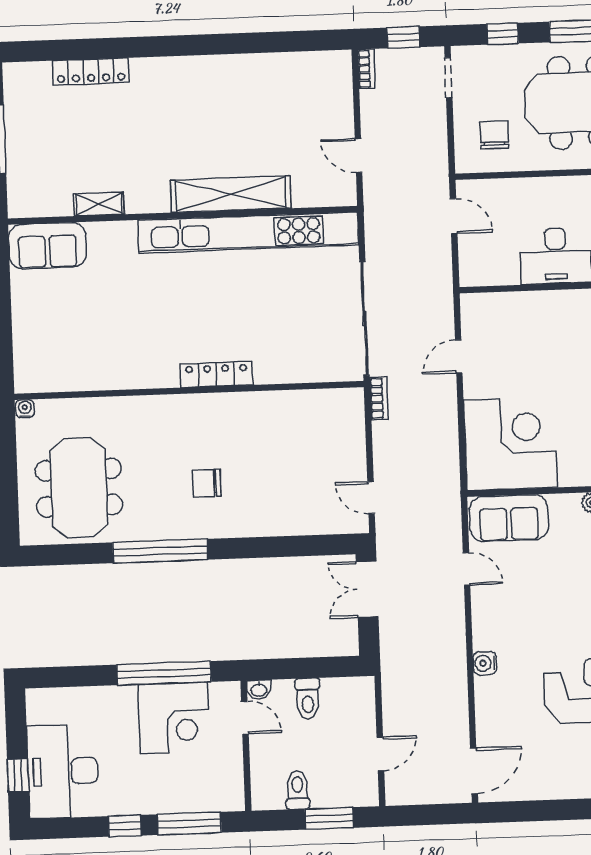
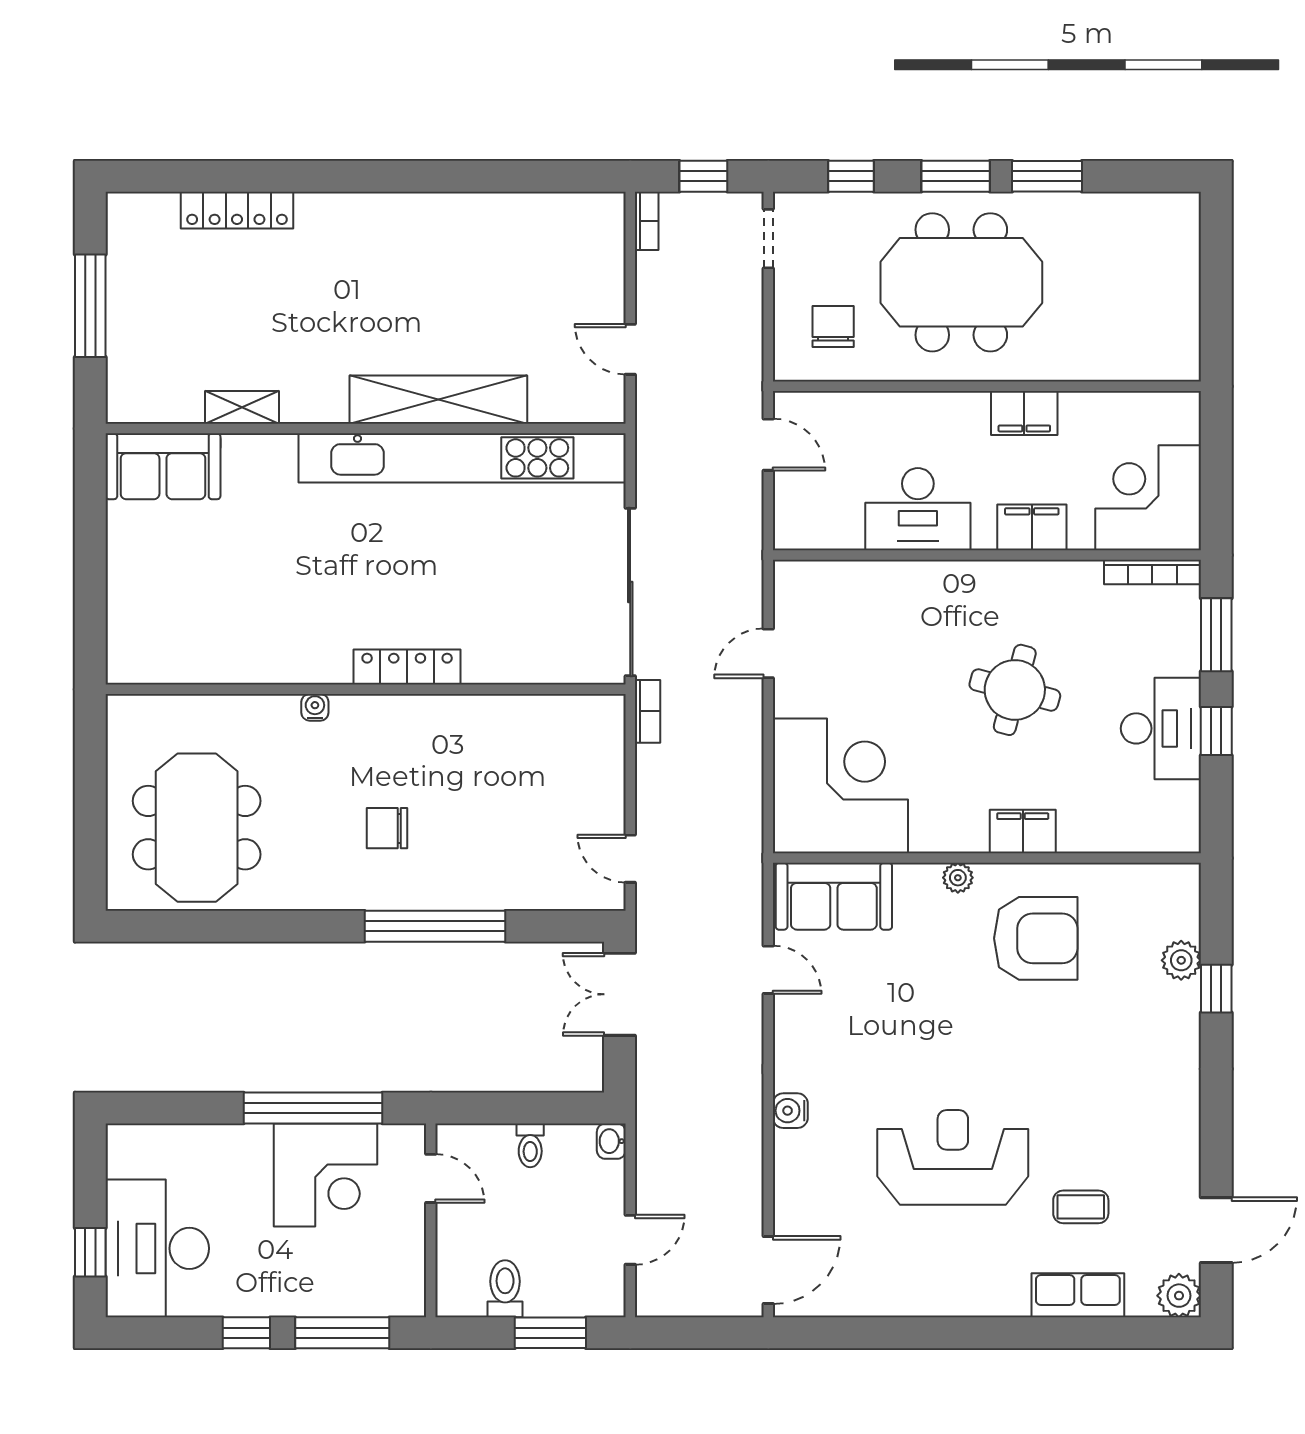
water cooler: (25, 409) -> (315, 707), moved
window: (160, 551) -> (435, 926), moved
washbasin: (259, 690) -> (611, 1141), moved, turned 90
toilet: (308, 699) -> (530, 1145), width x0.73, depth x0.72

